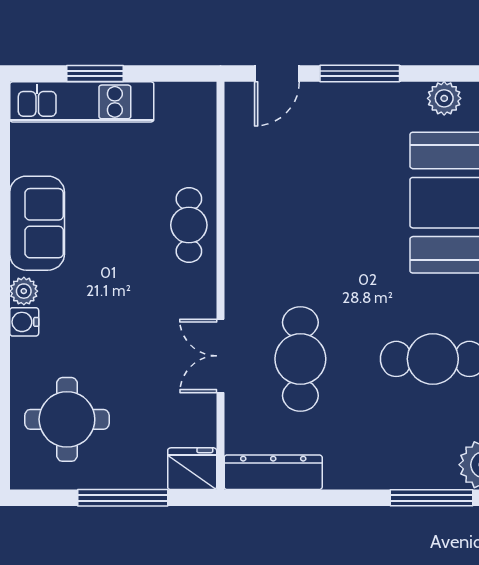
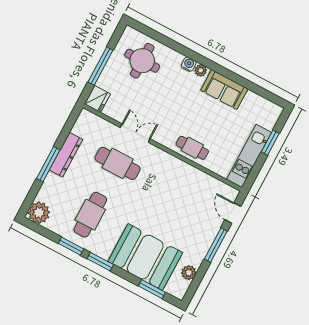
kitchen unit: (82, 102) -> (249, 156), moved
dresser: (273, 472) -> (66, 155), moved
window: (431, 498) -> (48, 164), moved

